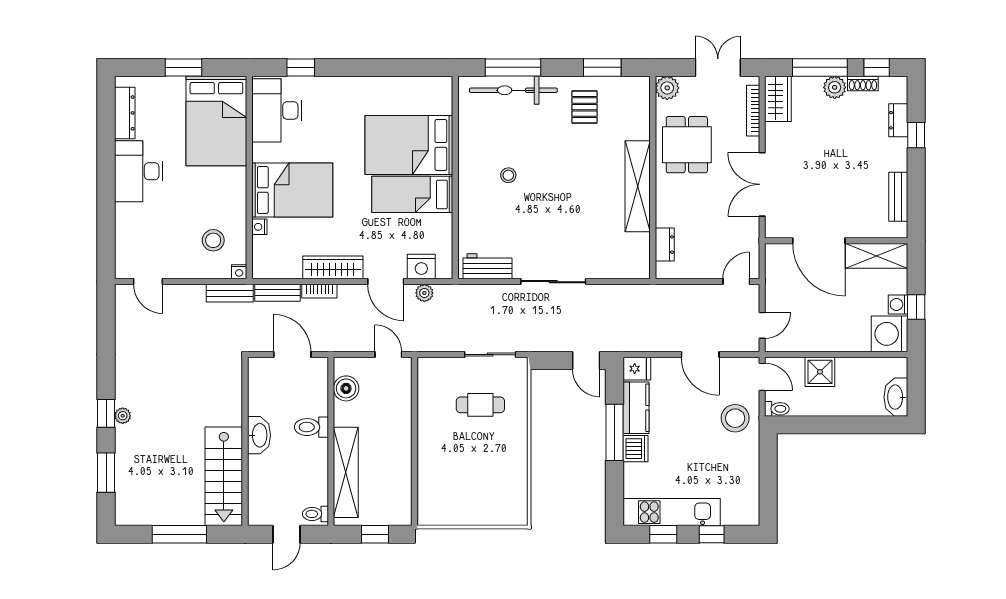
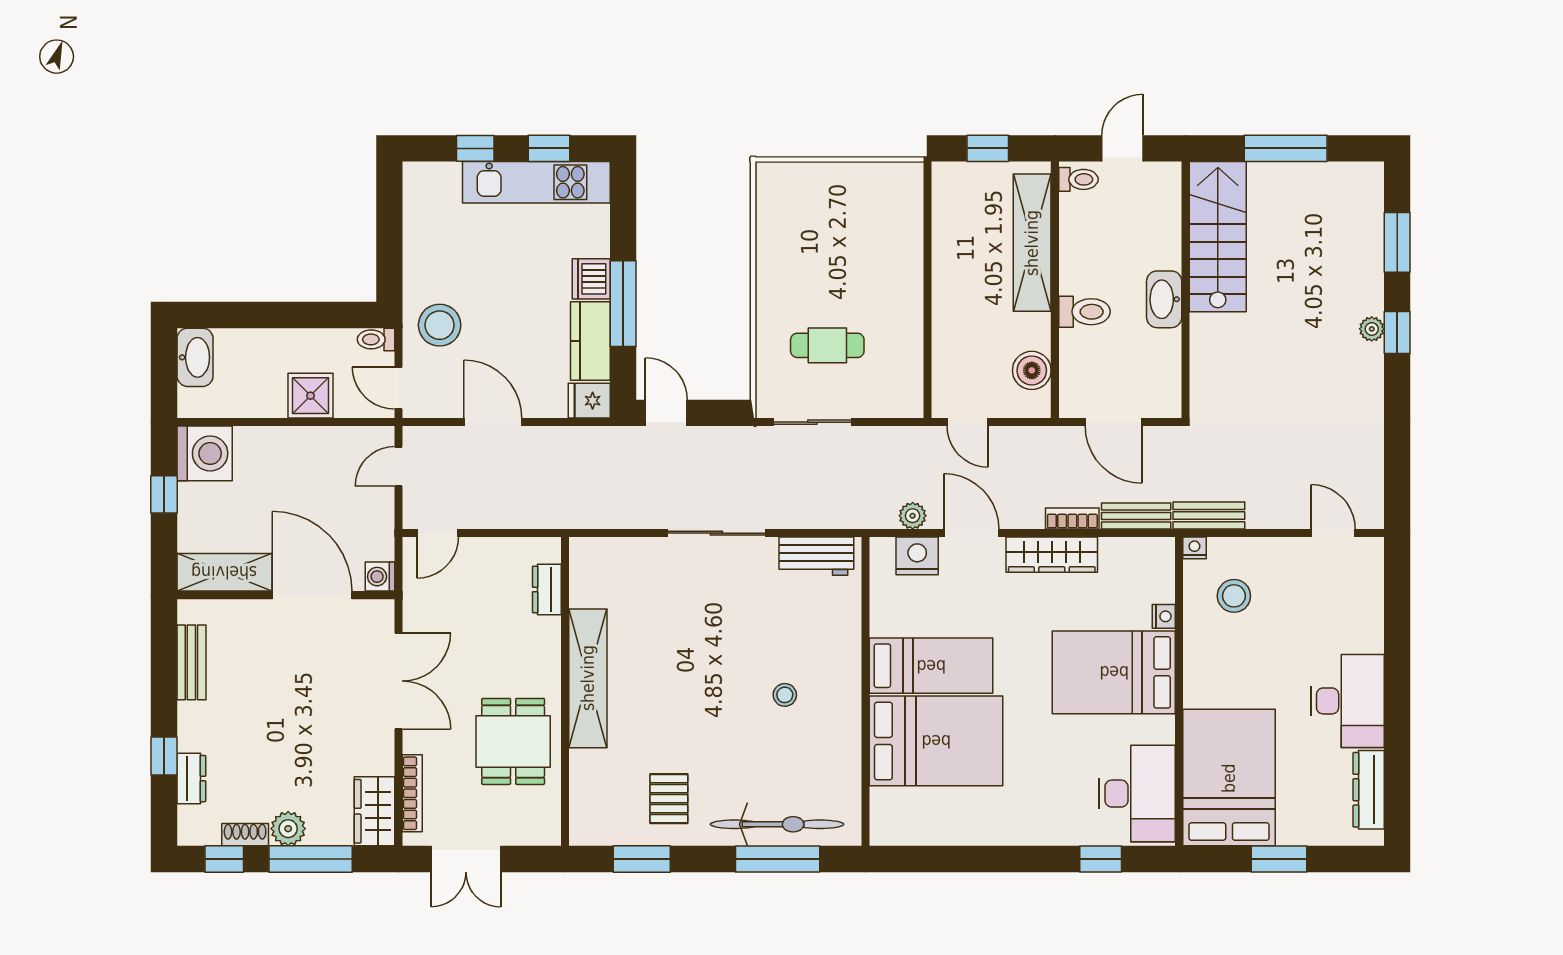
plant: (667, 88) -> (543, 828), removed
washing machine: (898, 304) -> (380, 577), moved, turned 180

